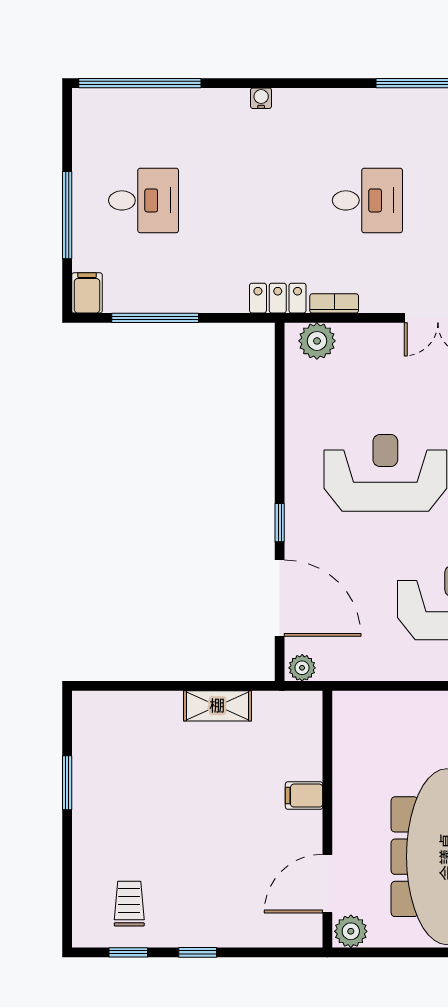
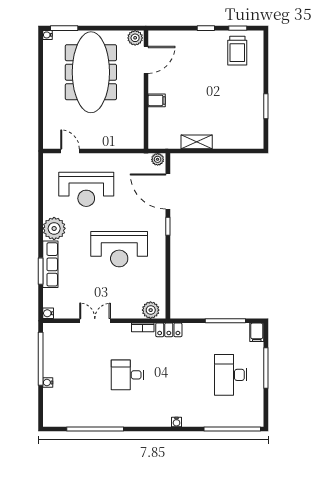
desk: (144, 200) -> (231, 375), width x1.37
trolley: (129, 904) -> (237, 51), width x1.36, depth x1.39

